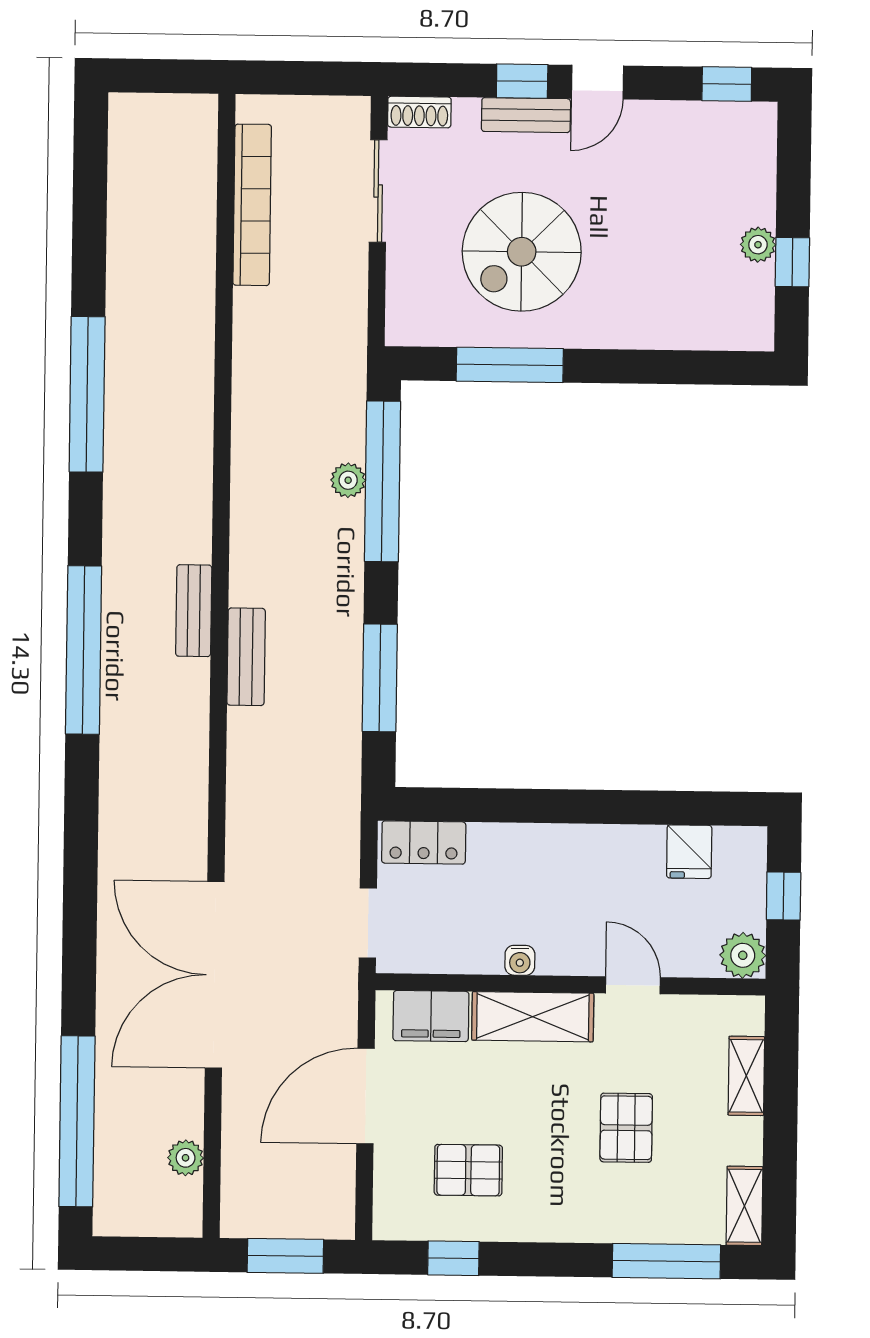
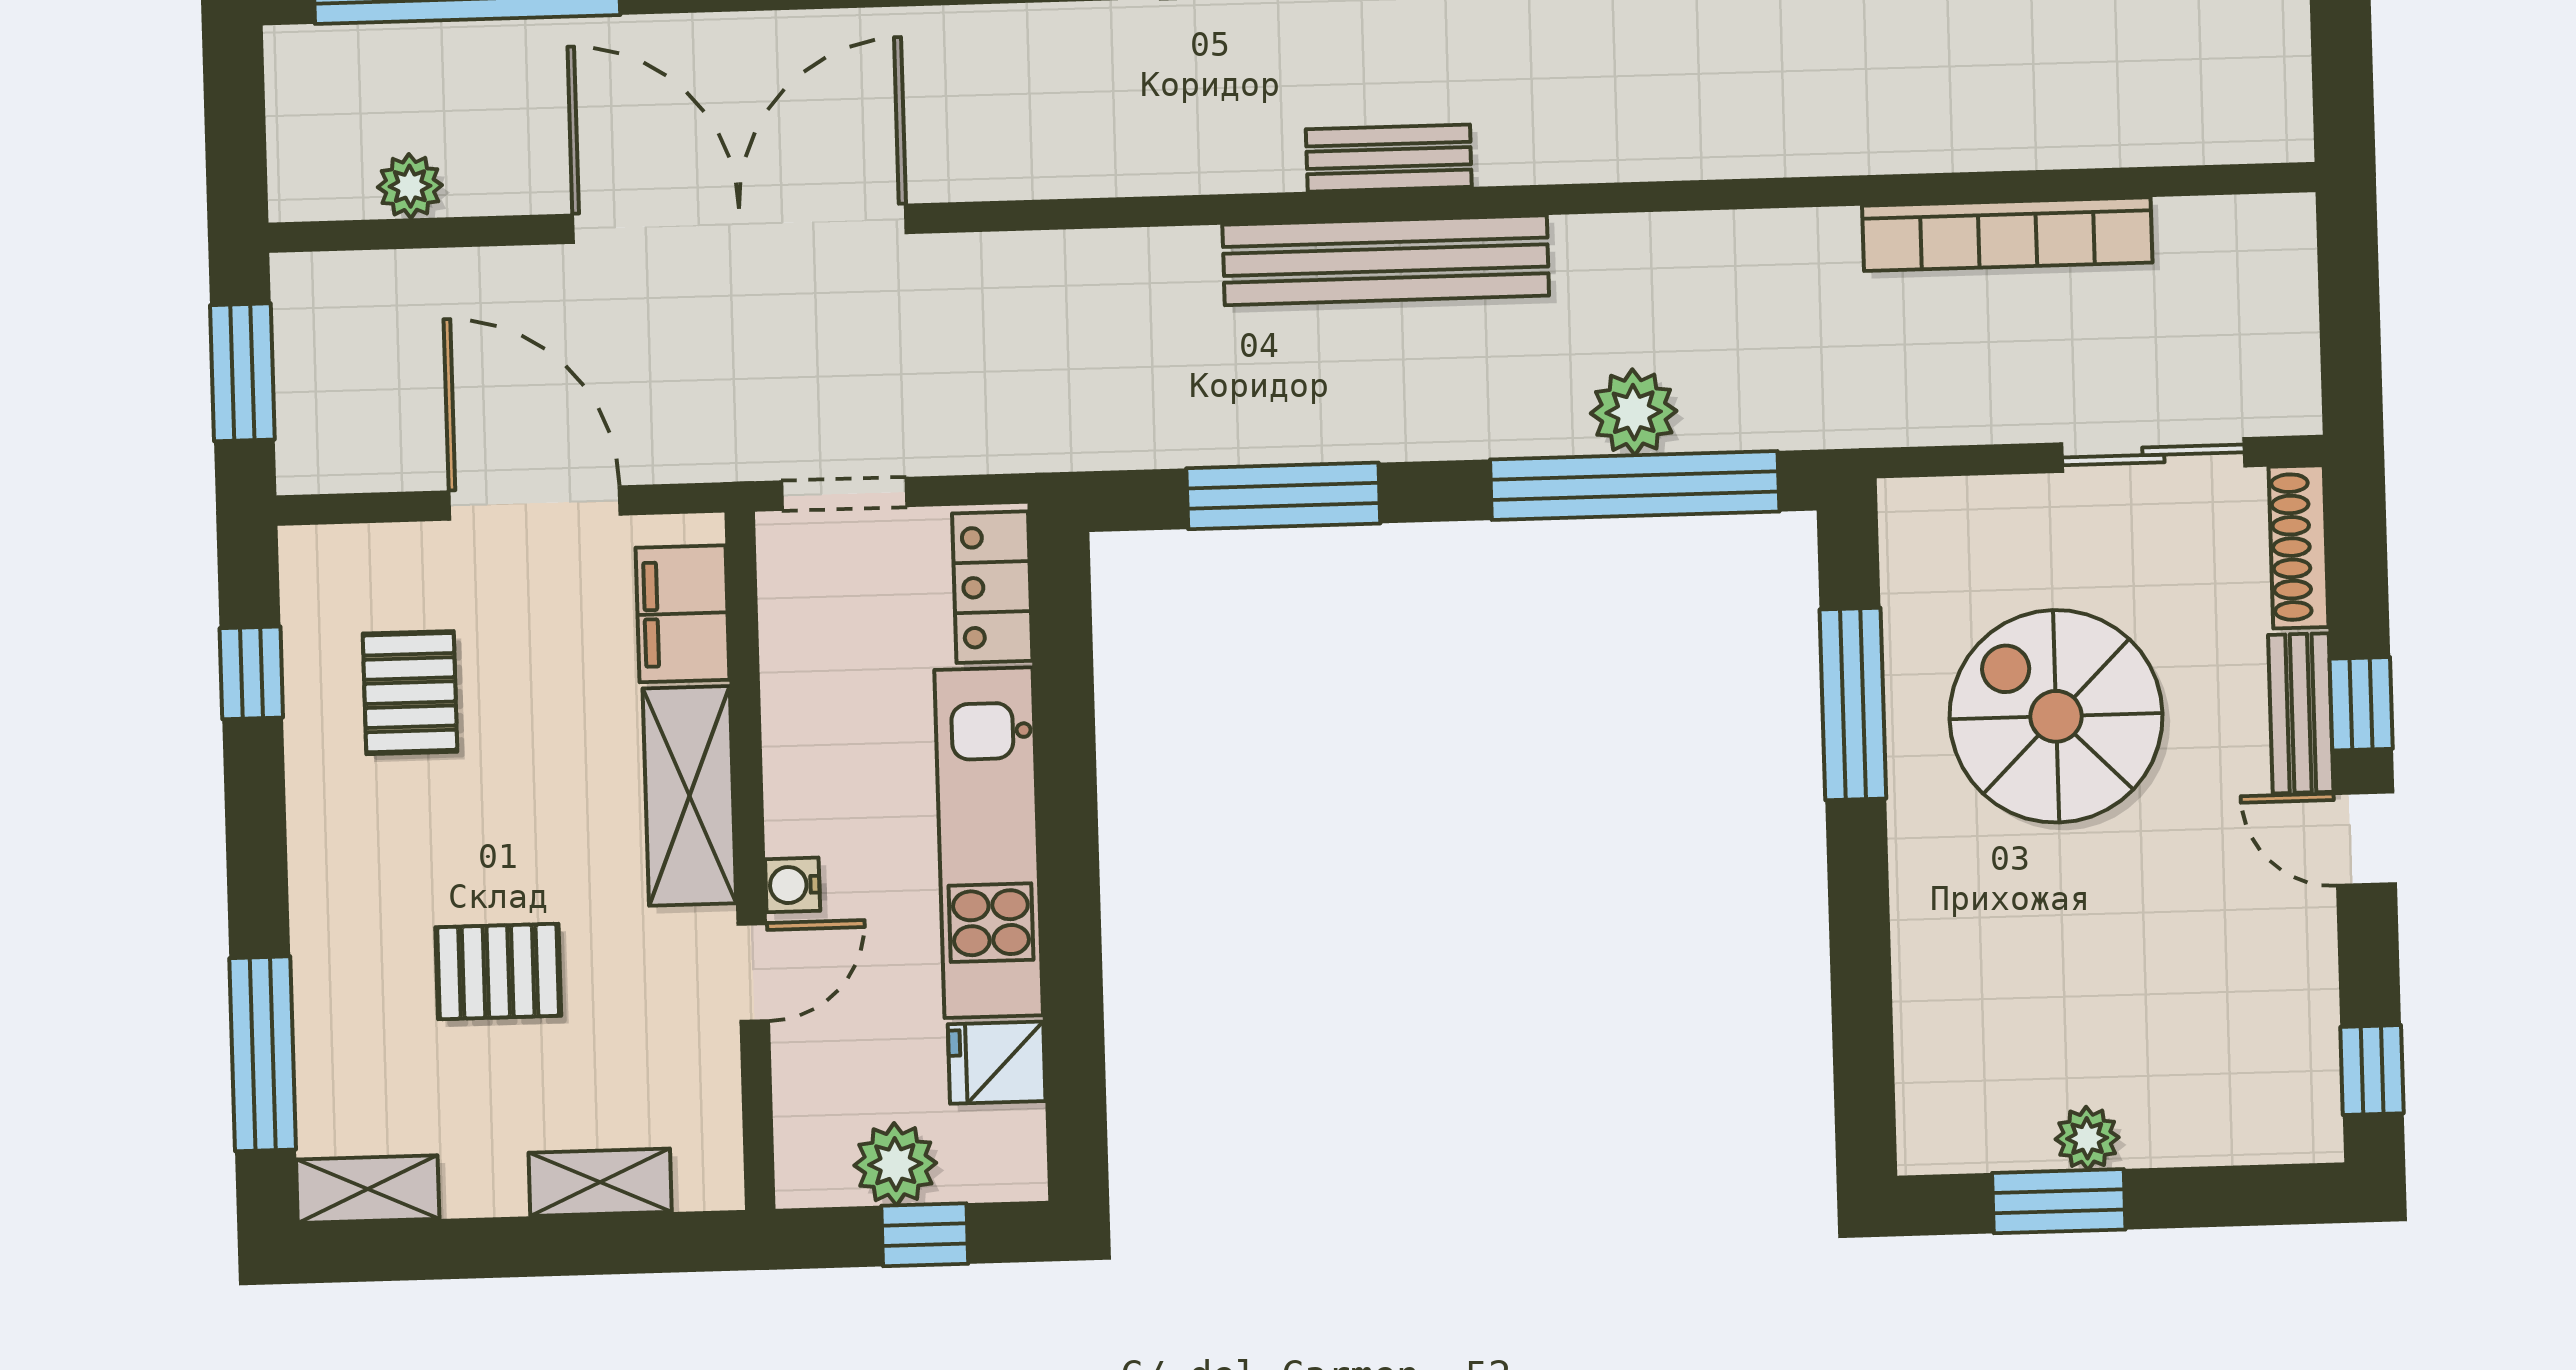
shoe rack: (419, 112) -> (2299, 547), width x1.43
bookcase: (252, 205) -> (2007, 234), moved
window: (792, 262) -> (2059, 1201), width x1.50
plant: (348, 480) -> (1634, 412), width x1.38, depth x1.38
bench: (246, 657) -> (1386, 260), width x1.86, depth x1.21
kitchen unit: (566, 851) -> (989, 843), added
plant: (743, 955) -> (895, 1164), moved
water cooler: (520, 960) -> (793, 885), moved

